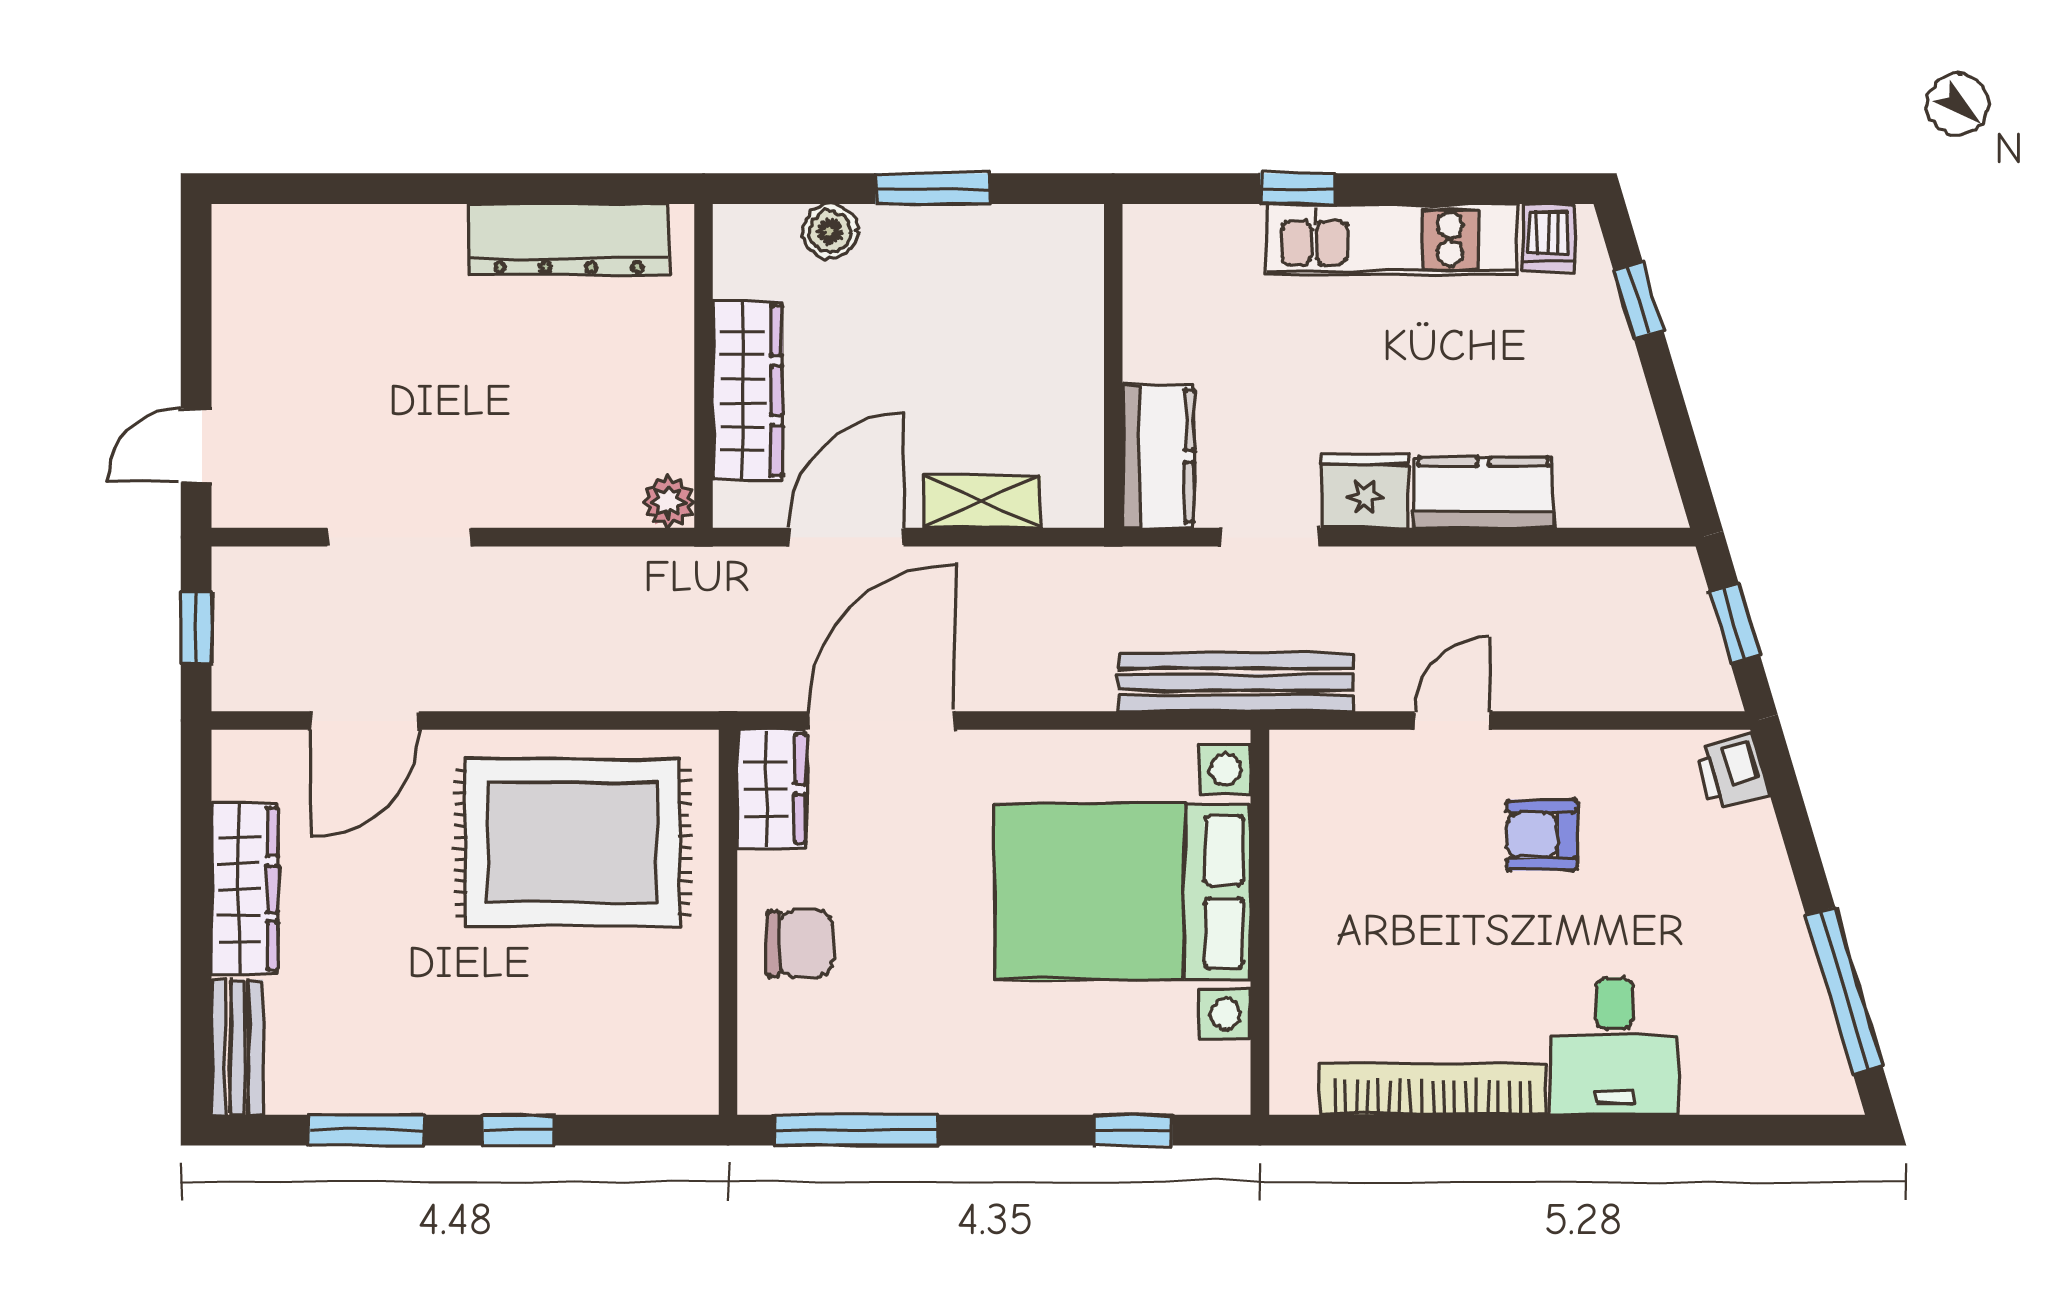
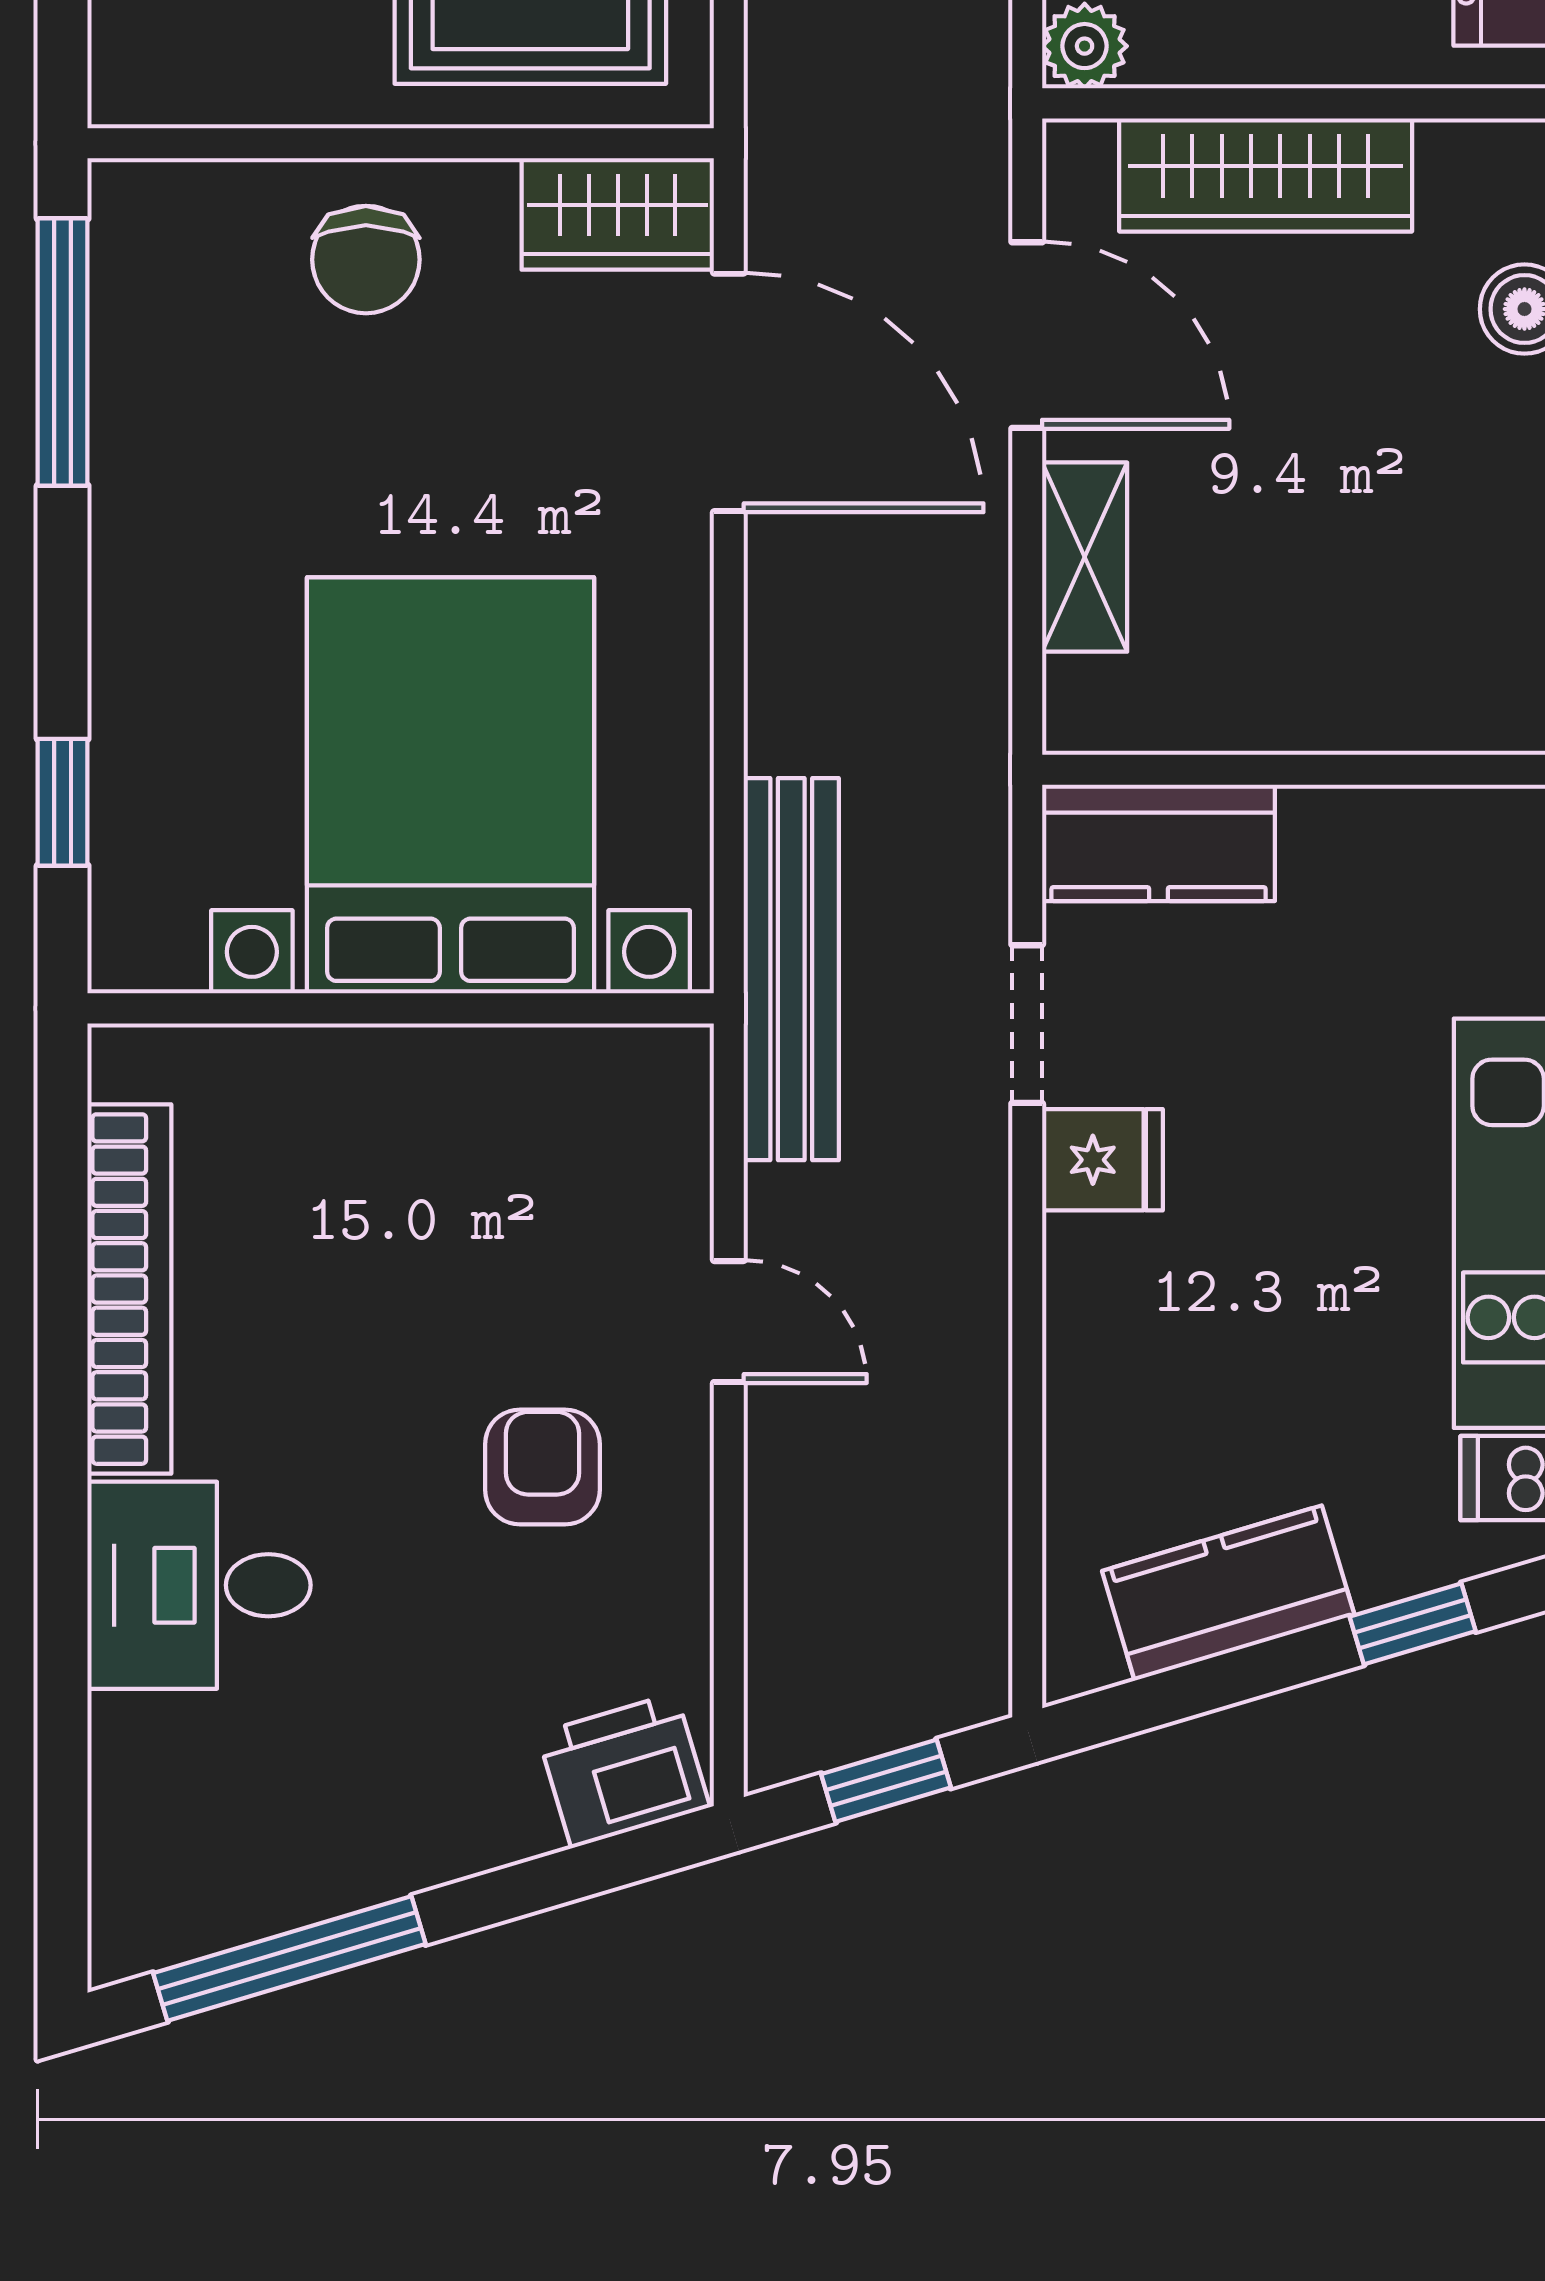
fridge: (1365, 491) -> (1102, 1160), width x0.72
kitchen counter: (1483, 493) -> (1228, 1593), moved, turned -107
printer: (1732, 772) -> (624, 1770), width x1.36, depth x1.24

